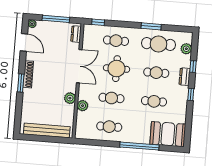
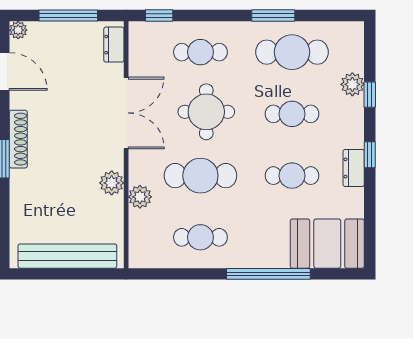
plant: (186, 49) -> (352, 84), moved
dresser: (185, 77) -> (354, 168), moved
cafe table: (111, 98) -> (200, 176), width x1.37, depth x1.35

